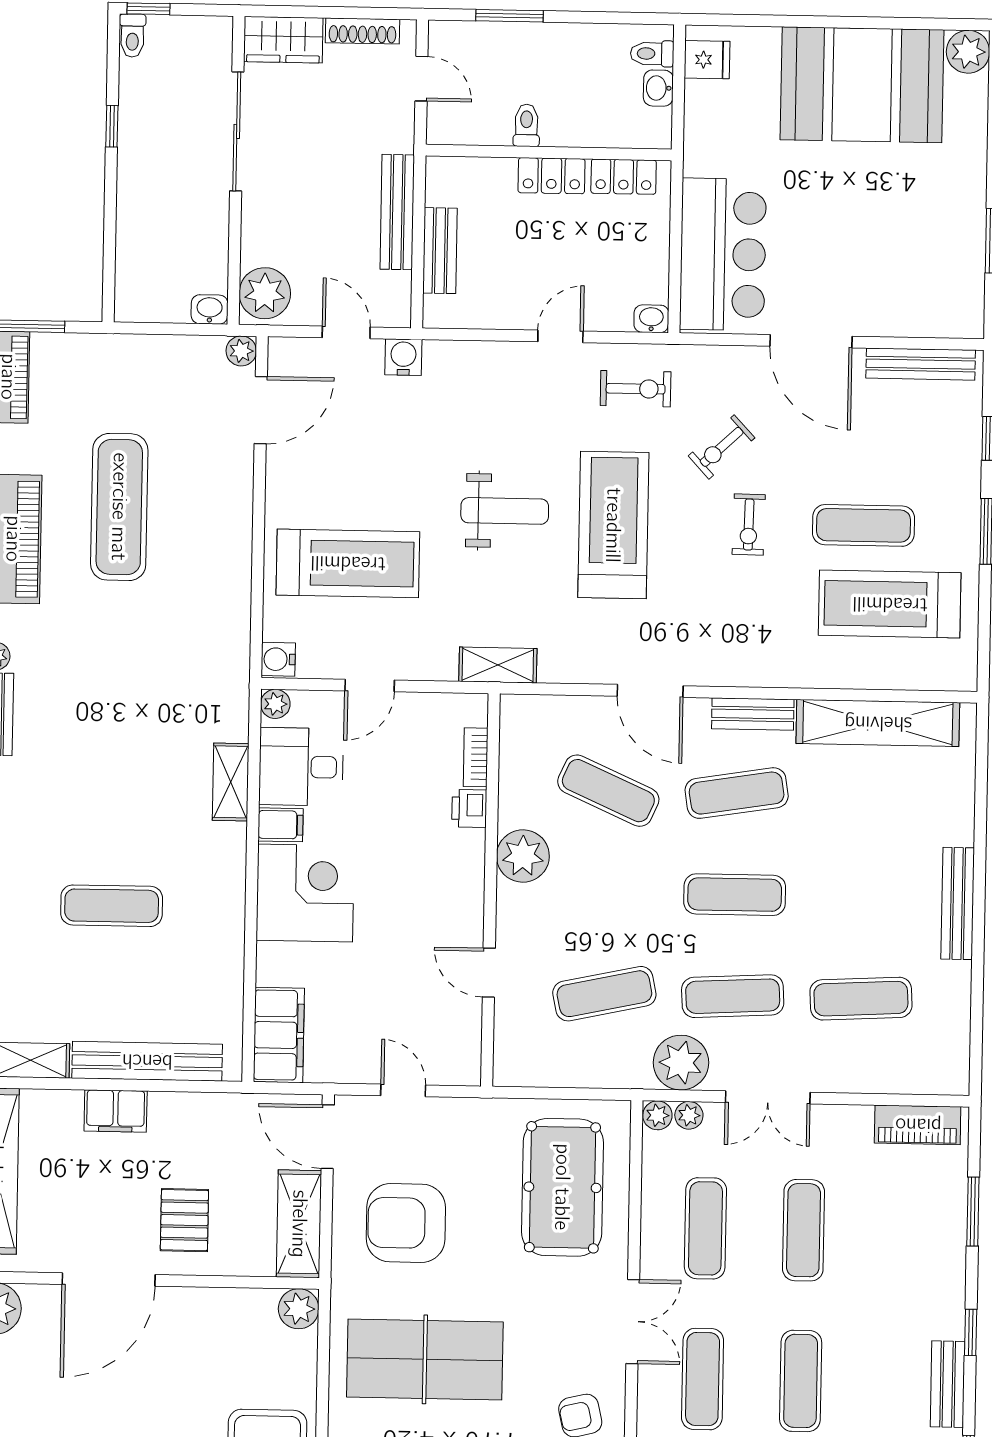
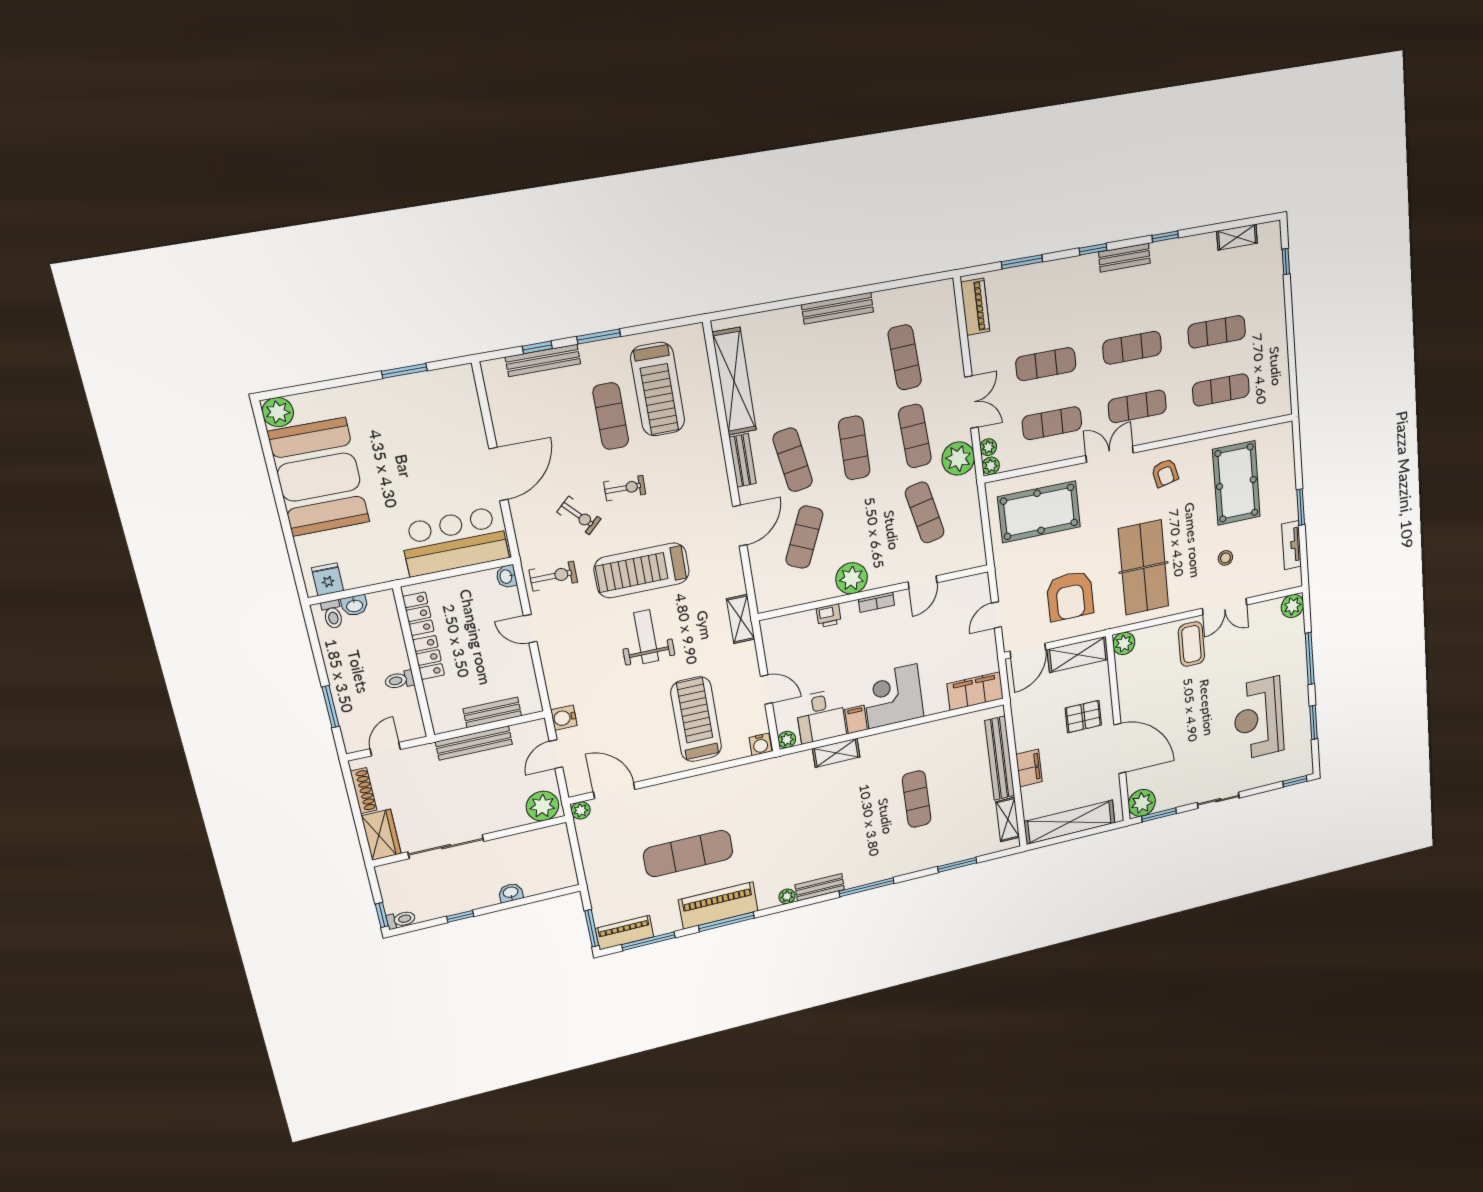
washbasin: (210, 309) -> (511, 893), moved, turned 90
bench: (921, 364) -> (543, 360), moved, turned 90
exercise bike: (636, 389) -> (553, 576), turned 90
bookcase: (476, 757) -> (876, 602), moved

